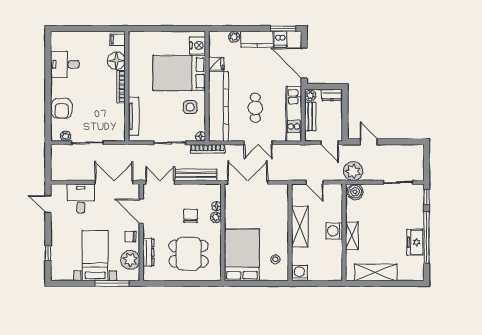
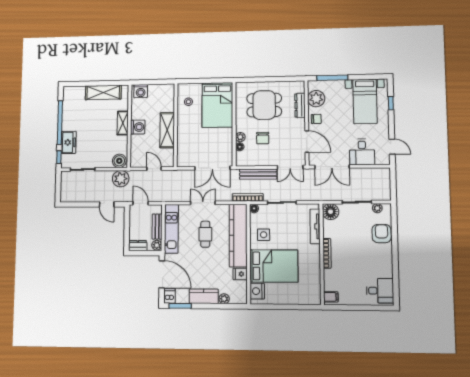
dishwasher: (280, 39) -> (169, 296), moved
floor lamp: (116, 61) -> (331, 212), moved
desk: (65, 64) -> (380, 291), moved
freezer: (415, 242) -> (69, 142), moved
bed with nightstands: (95, 256) -> (365, 101), moved
washing machine: (299, 273) -> (141, 91), moved

